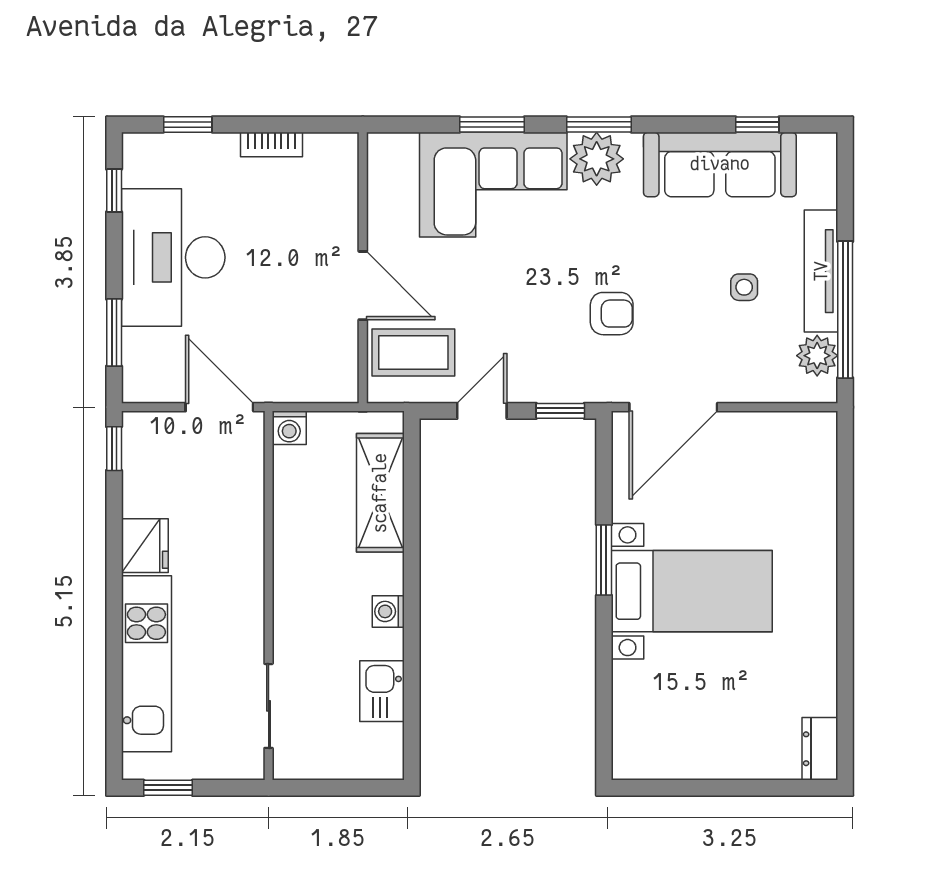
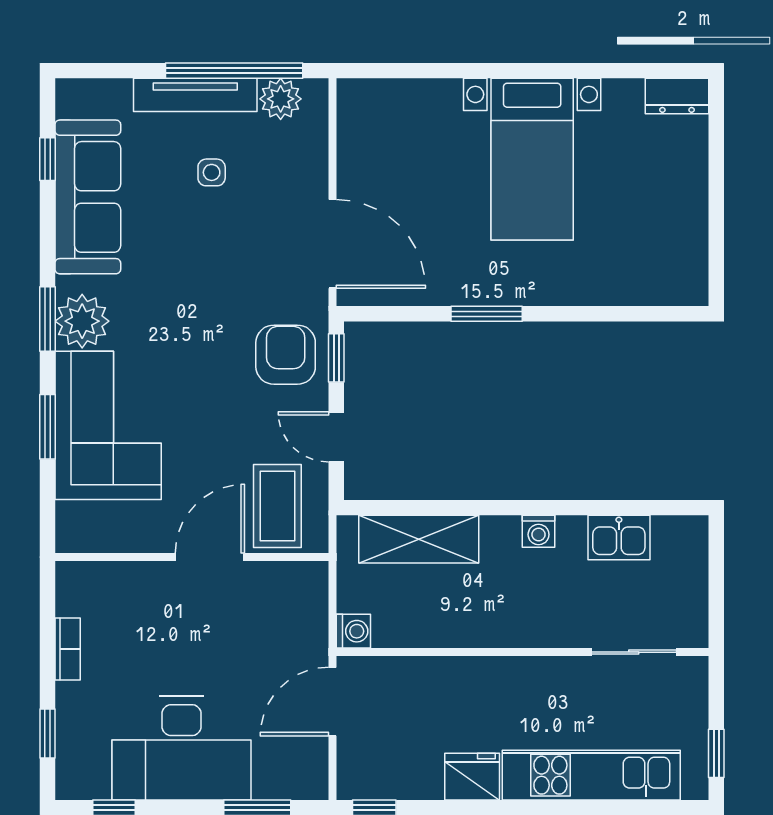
armchair: (612, 314) -> (286, 355), moved, width x1.38, depth x1.38
bed with nightstands: (692, 591) -> (532, 159), moved, turned 180

